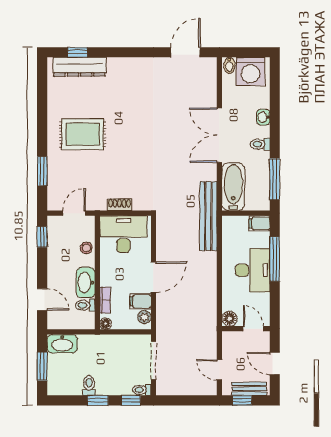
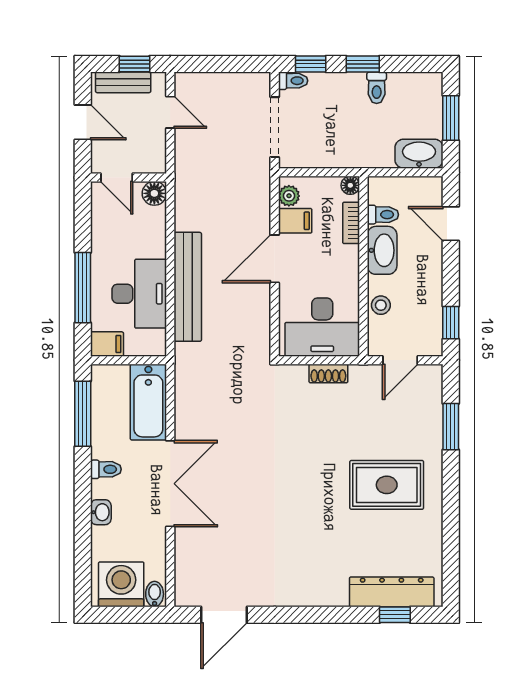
bench: (208, 216) -> (188, 287), moved
desk: (253, 270) -> (139, 294), moved, turned 180

